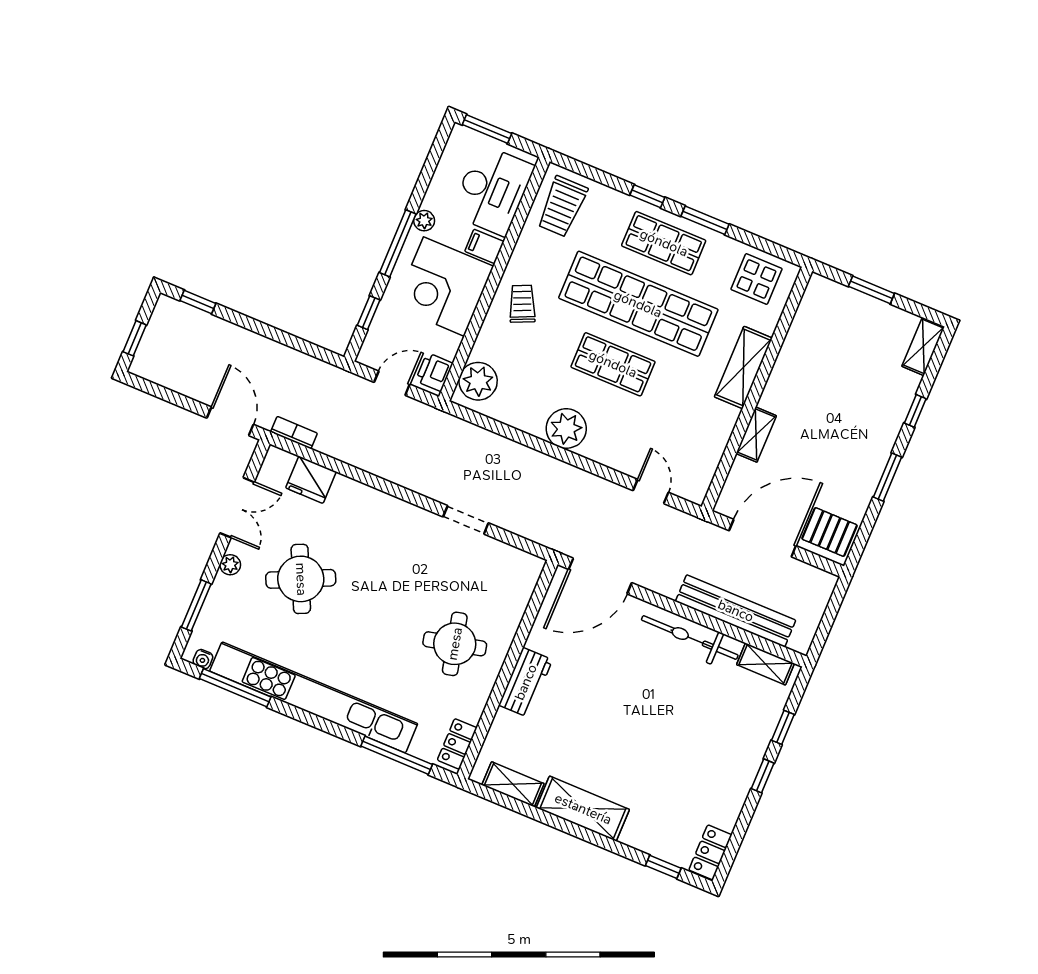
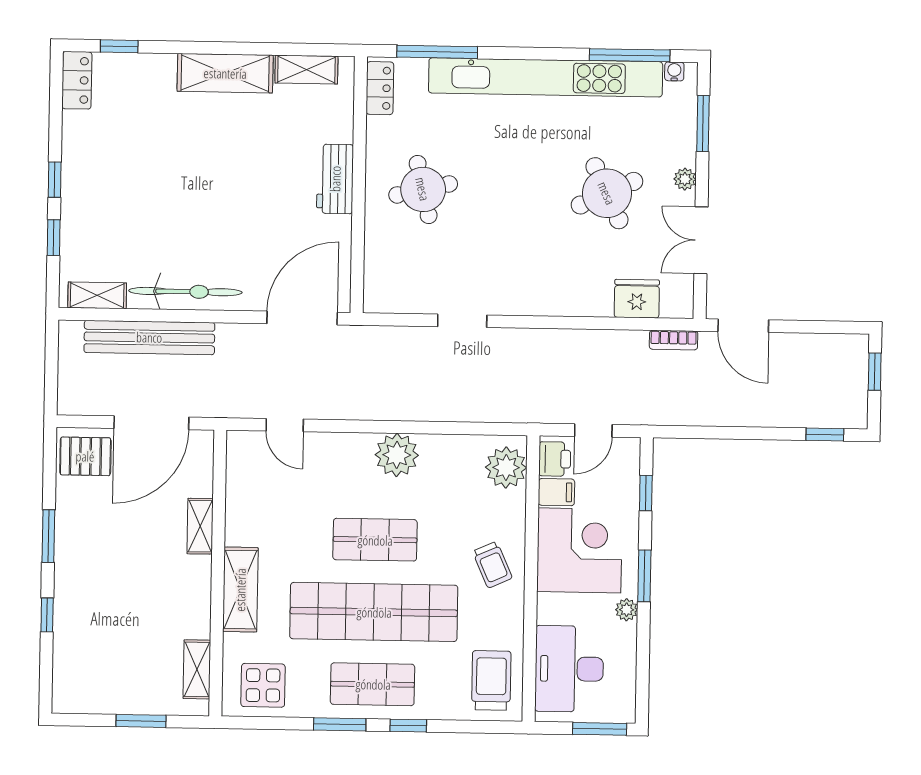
window: (398, 243) -> (644, 576), width x0.69
filing cabinet: (484, 246) -> (556, 492), moved
shelving: (923, 346) -> (197, 669), moved

